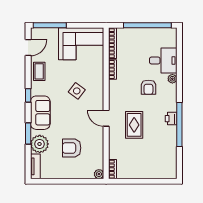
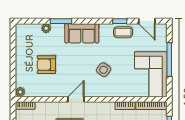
window: (50, 25) -> (169, 59), moved
window: (28, 95) -> (120, 21), moved
plant: (40, 144) -> (46, 28), width x0.53, depth x0.53
armchair: (72, 148) -> (46, 65), turned -90
tv unit: (35, 166) -> (28, 28), removed

